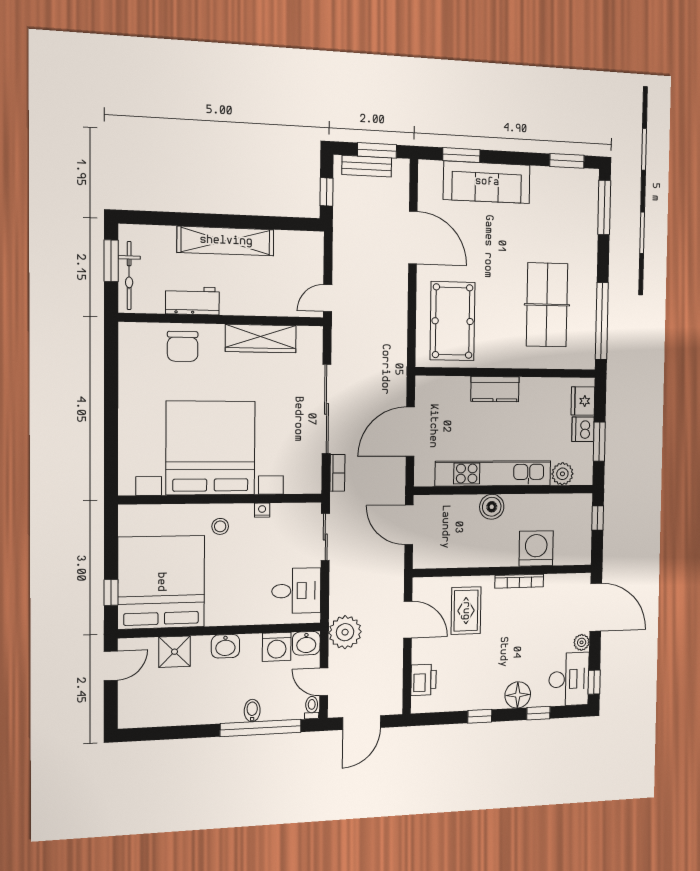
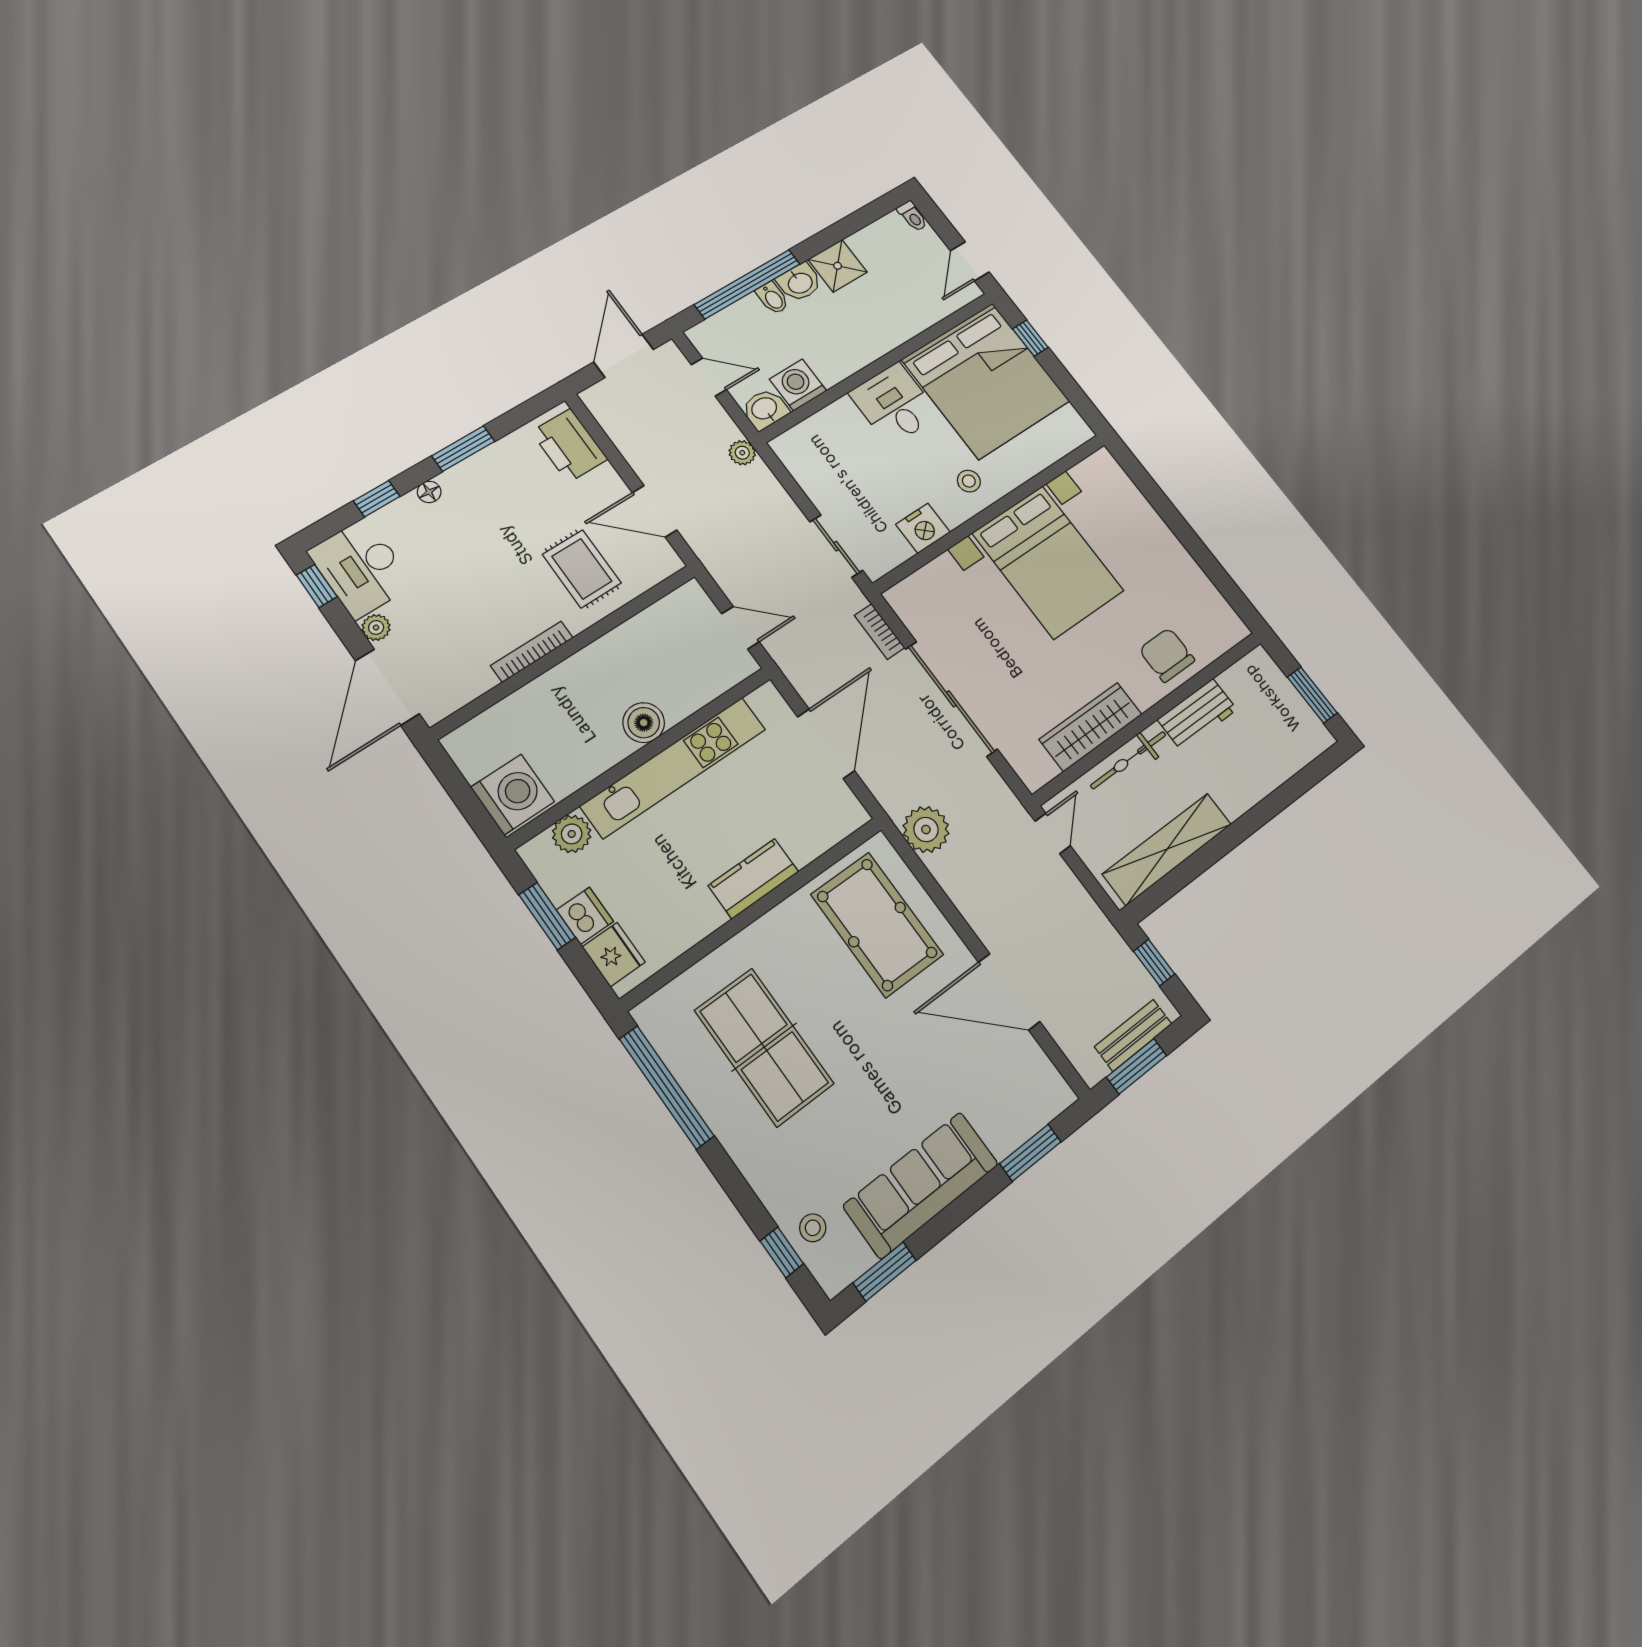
sofa: (487, 182) -> (921, 1185), moved
stool: (584, 207) -> (813, 1228), added
window: (604, 207) -> (782, 1252), width x0.46
shelving: (226, 241) -> (1167, 849), moved
bicycle: (129, 276) -> (1128, 760), moved, turned -90
plant: (393, 350) -> (926, 830), added
bed with nightstands: (211, 448) -> (1048, 562), width x0.73
nightstand: (262, 510) -> (923, 528), width x1.89, depth x1.79
window: (598, 518) -> (473, 810), removed
door: (409, 525) -> (740, 628), width x0.73
washing machine: (536, 548) -> (513, 794), moved, turned -90
desk: (296, 591) -> (894, 404), moved, turned 90
door: (596, 607) -> (387, 687), hinge flipped
plant: (345, 632) -> (742, 453), width x0.53, depth x0.53
washbasin: (225, 646) -> (800, 282), moved, turned 180
shower: (175, 652) -> (838, 266), moved
printer: (423, 680) -> (569, 445), width x1.37, depth x1.19
floor lamp: (518, 695) -> (429, 492), width x0.53, depth x0.53
toilet: (312, 708) -> (912, 216), moved
window: (480, 716) -> (463, 449), width x1.50

